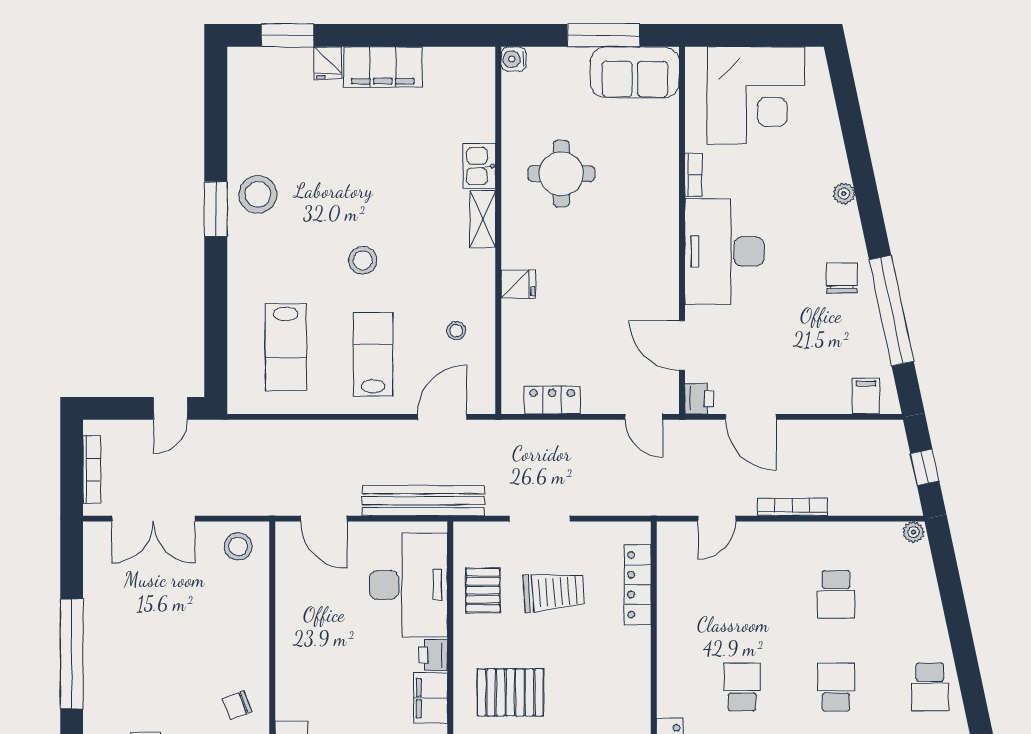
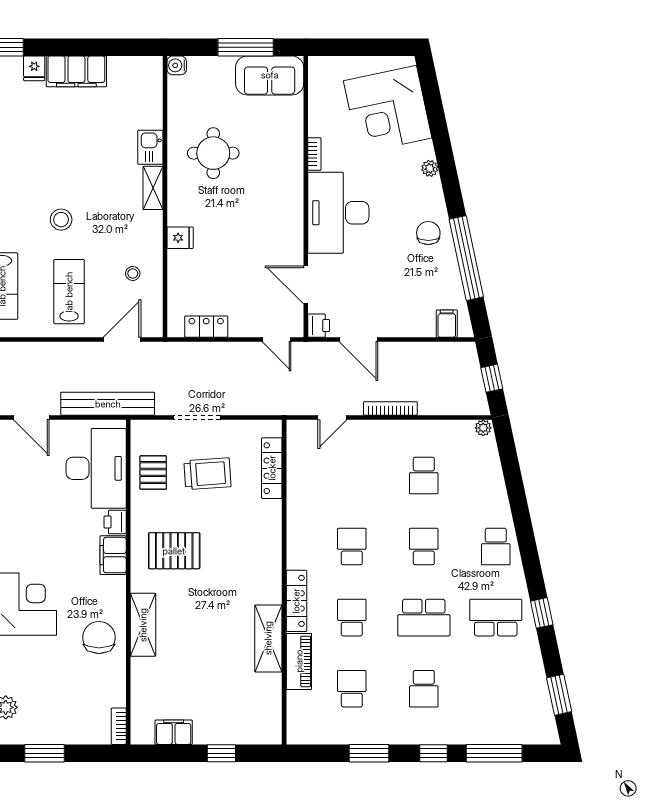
corner desk: (756, 95) -> (388, 109), moved, turned 78

